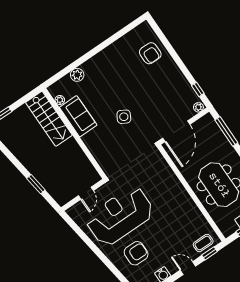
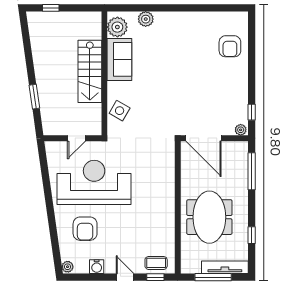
plant: (60, 100) -> (117, 27), width x1.87, depth x1.87
side table: (124, 117) -> (120, 111), moved
stairs: (49, 119) -> (90, 71), moved
door: (176, 131) -> (204, 138), hinge flipped
armchair: (136, 253) -> (85, 229), turned 90

